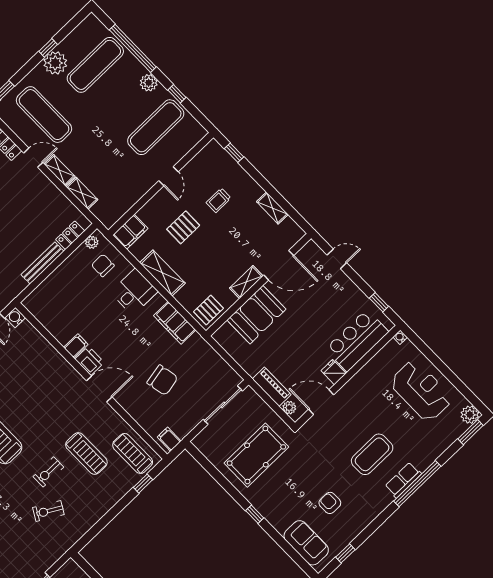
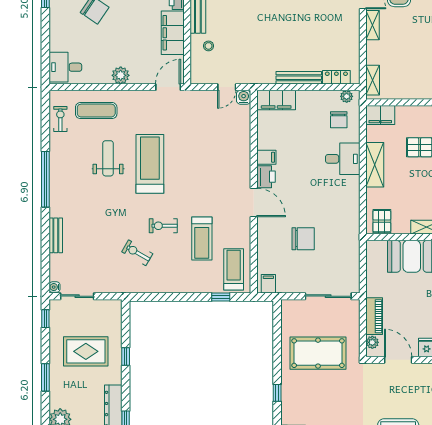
shelving: (82, 193) -> (373, 80), moved
chair: (103, 265) -> (339, 120), turned 180
pallet: (208, 310) -> (382, 221), turned 90
filing cabinet: (175, 323) -> (276, 100), moved, turned -90
chair: (162, 380) -> (303, 239), turned -79

